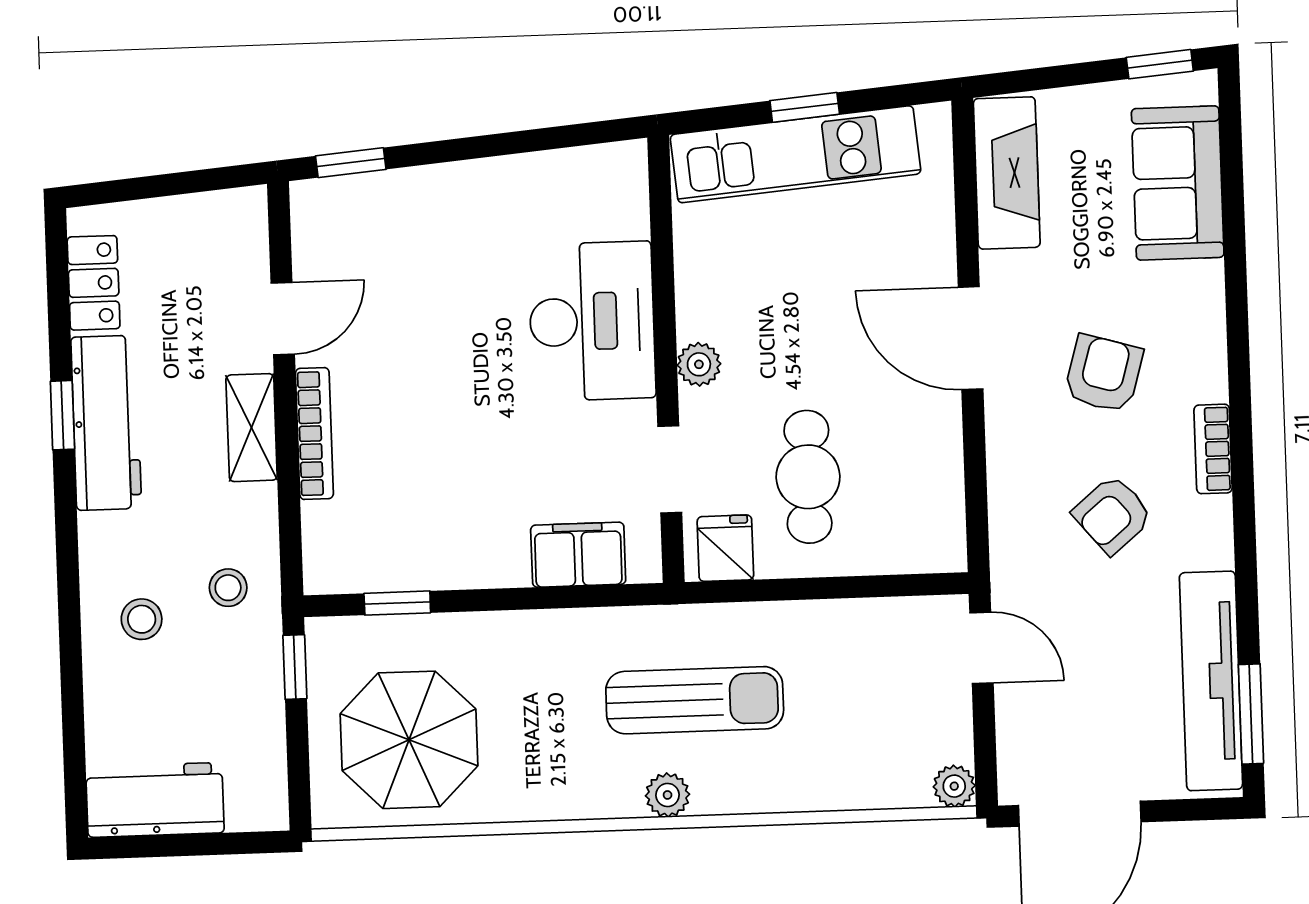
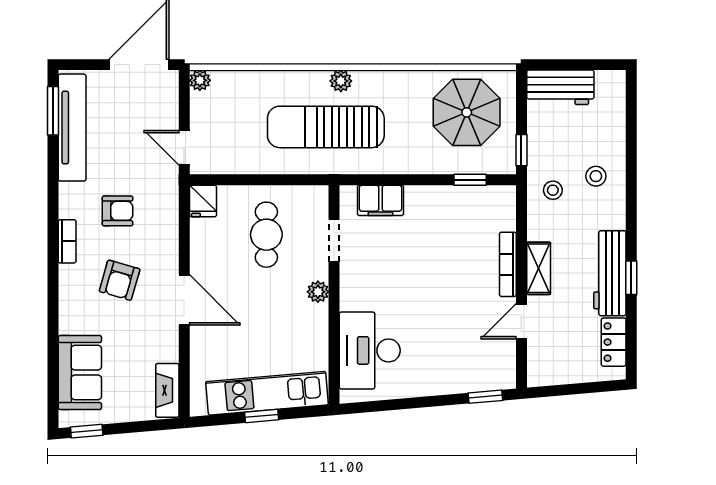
fireplace: (1007, 173) -> (167, 390), width x0.73, depth x0.76
desk: (592, 321) -> (370, 350), moved
armchair: (1113, 515) -> (118, 211), turned 40
fridge: (725, 548) -> (203, 201), moved
sun lounger: (695, 700) -> (326, 127), width x1.36, depth x1.34
workbench: (155, 800) -> (560, 87), moved

